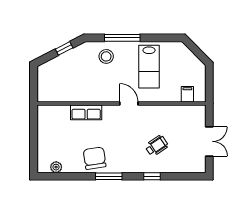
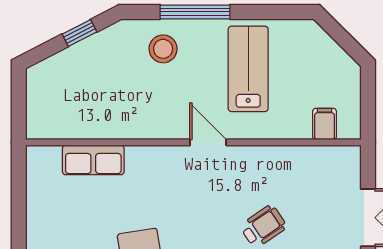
lab bench: (149, 67) -> (248, 69), turned 180
row of seats: (86, 112) -> (93, 160), moved

